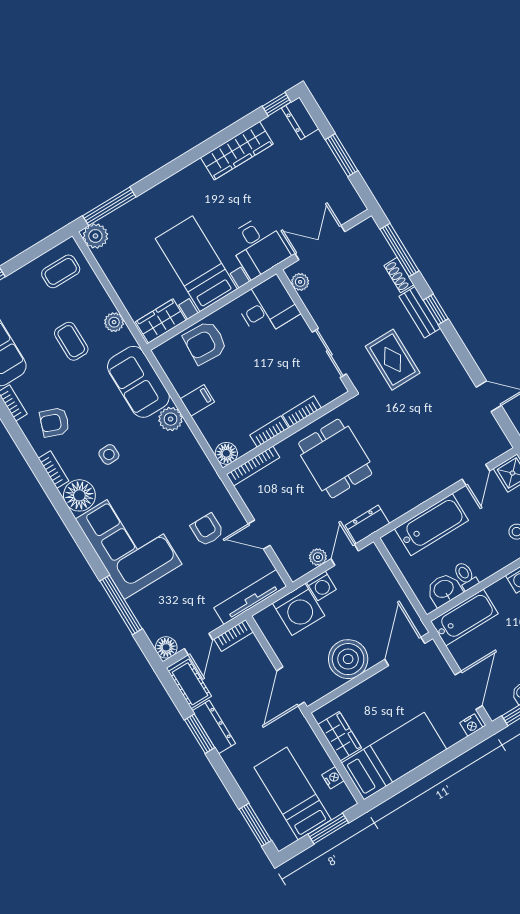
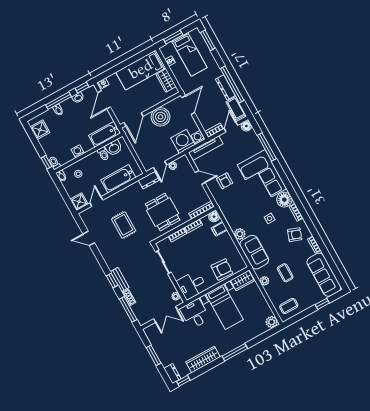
window: (109, 206) -> (235, 352), moved
rug: (393, 360) -> (124, 225), moved
filing cabinet: (197, 400) -> (219, 229), moved
washing machine: (321, 586) -> (198, 137), moved
window: (200, 734) -> (232, 84), width x2.11

